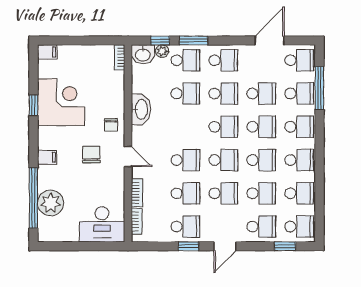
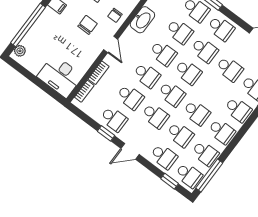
school desk: (261, 127) -> (163, 53), moved
plant: (51, 203) -> (20, 51), moved, width x0.53, depth x0.53
window: (319, 212) -> (209, 176), added

